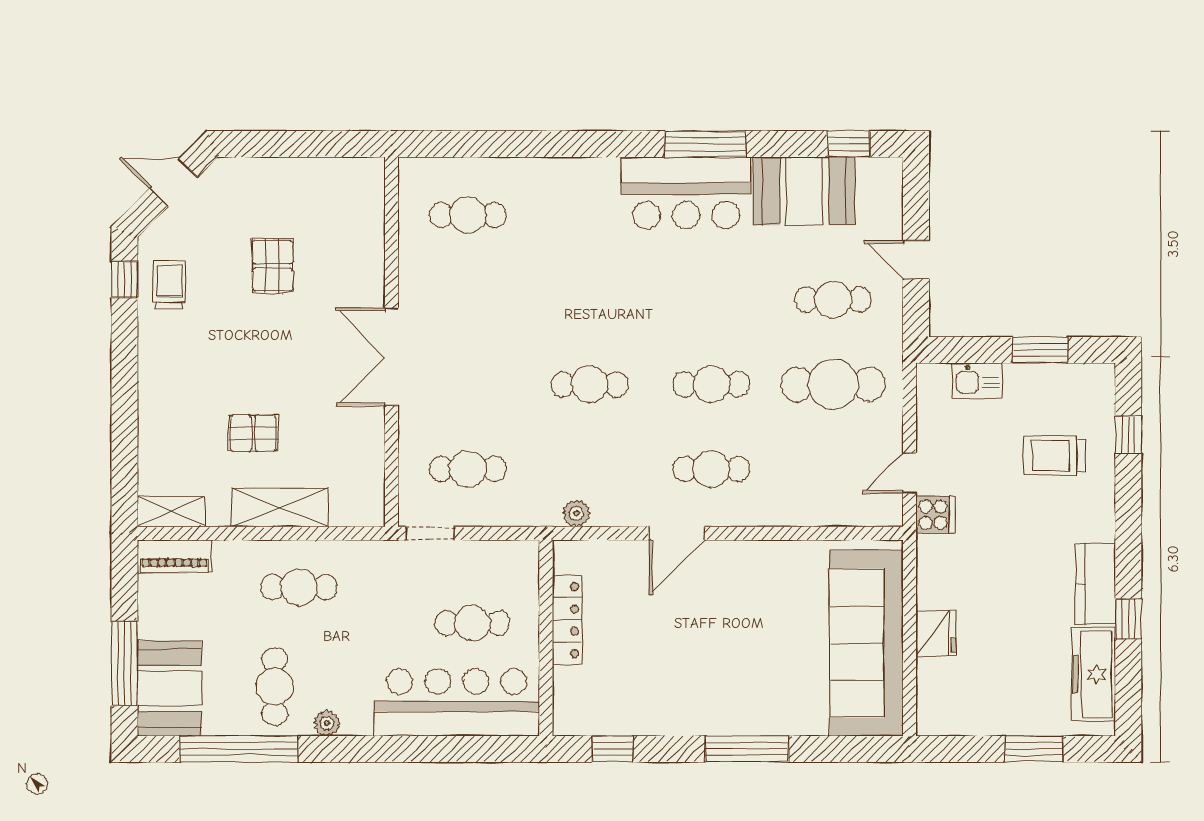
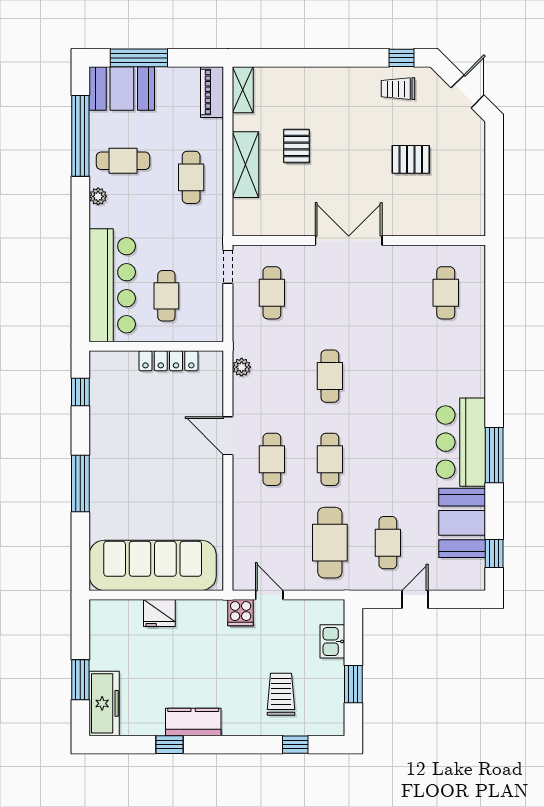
trolley: (169, 285) -> (398, 89), turned 180
freezer: (1093, 674) -> (104, 703), moved, turned 90

